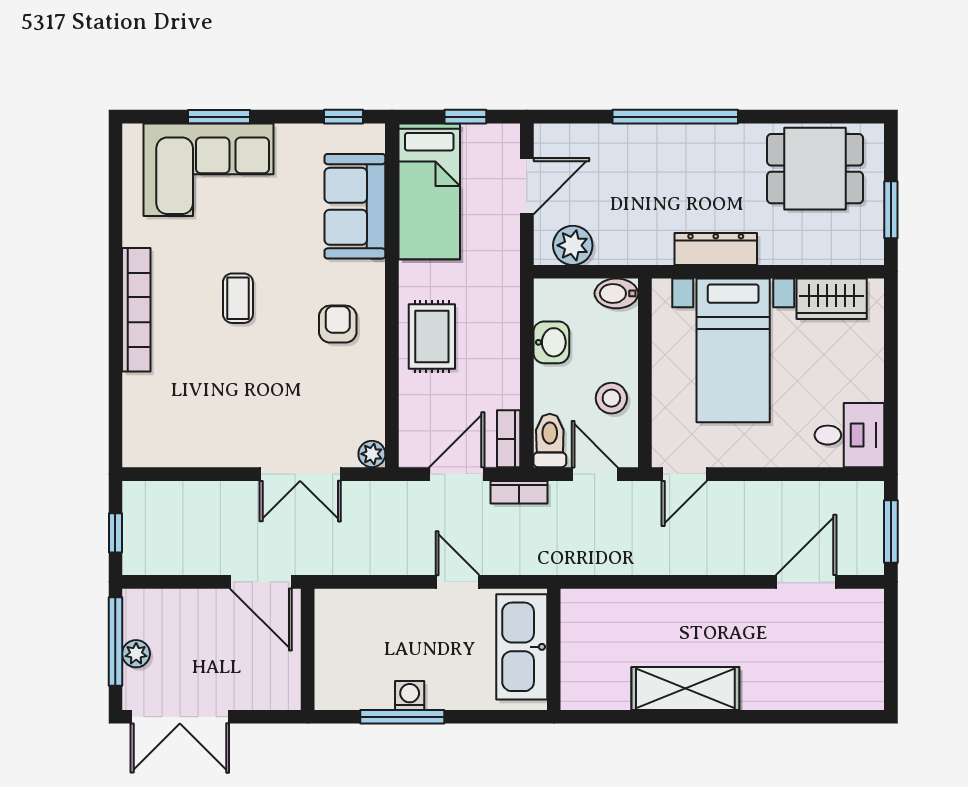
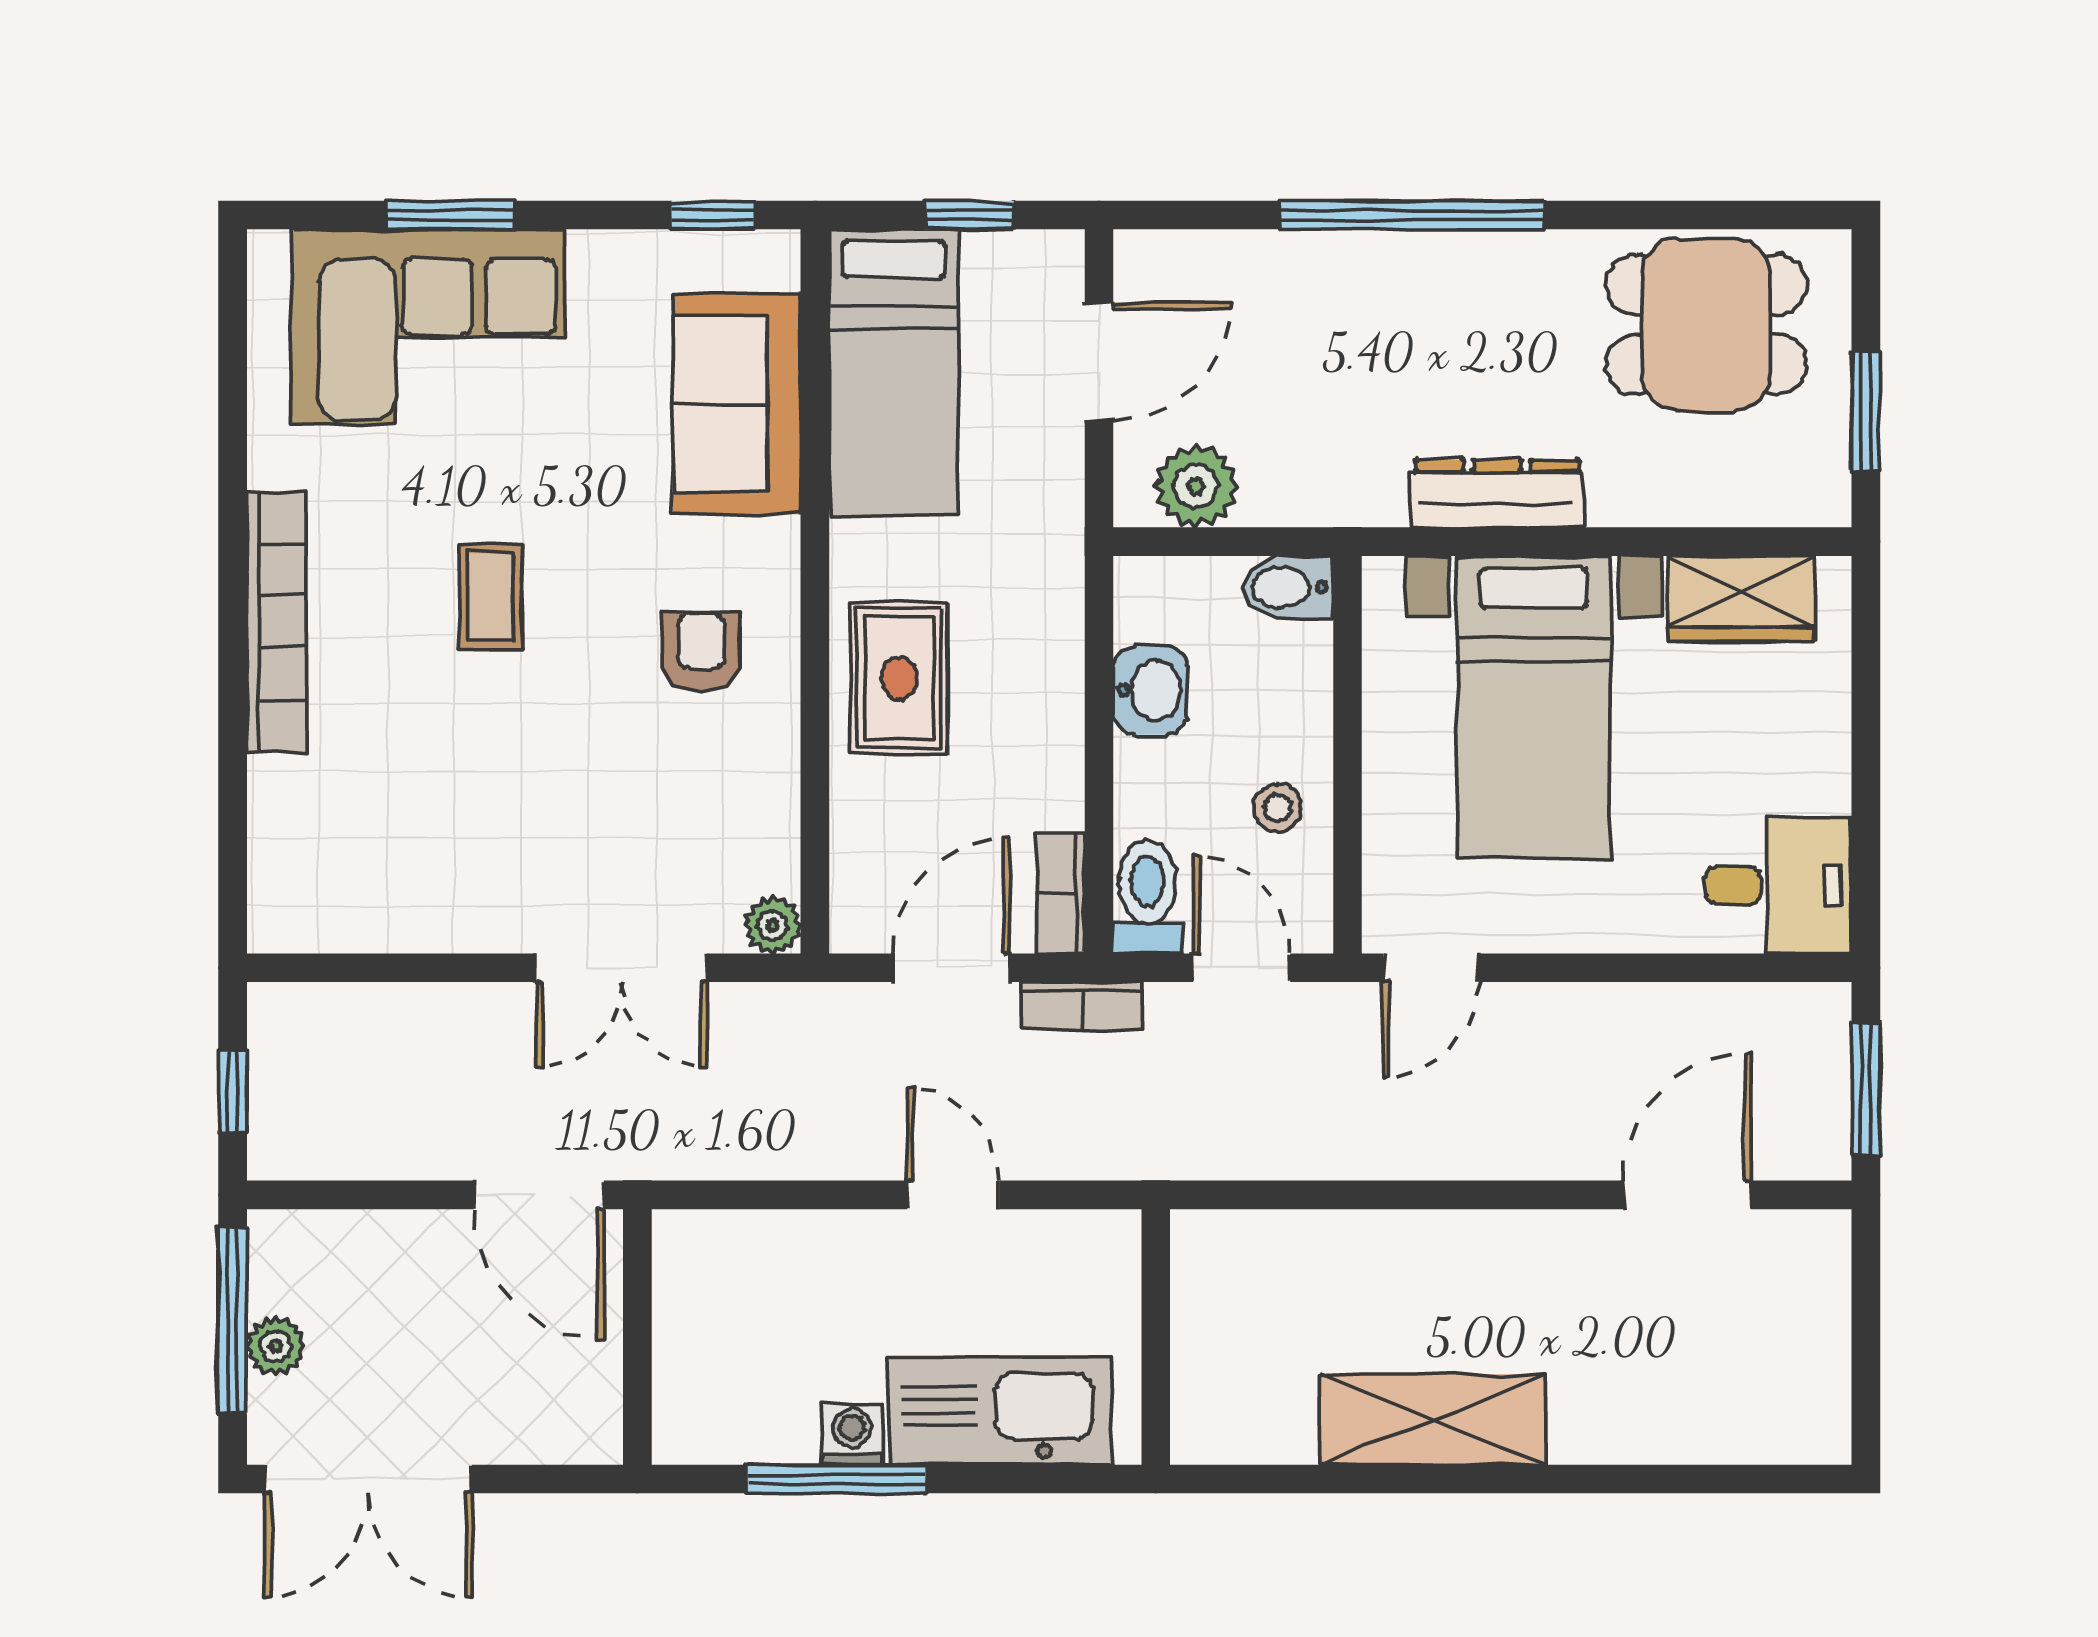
stool: (611, 398) -> (1277, 808), width x0.73, depth x0.73
kitchen sink: (522, 647) -> (1000, 1411), moved, turned 90

